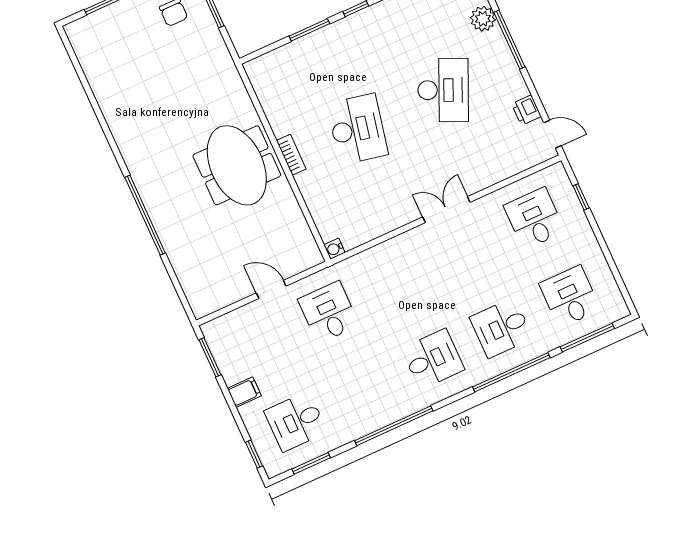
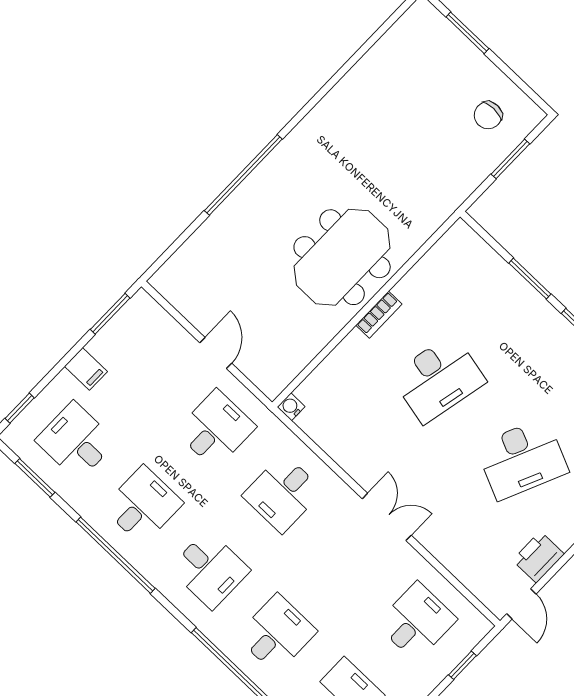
printer: (526, 110) -> (538, 557), width x1.36, depth x1.24
desk: (397, 281) -> (283, 493), added
desk: (501, 328) -> (277, 634), turned 90
desk: (364, 390) -> (143, 505), added

